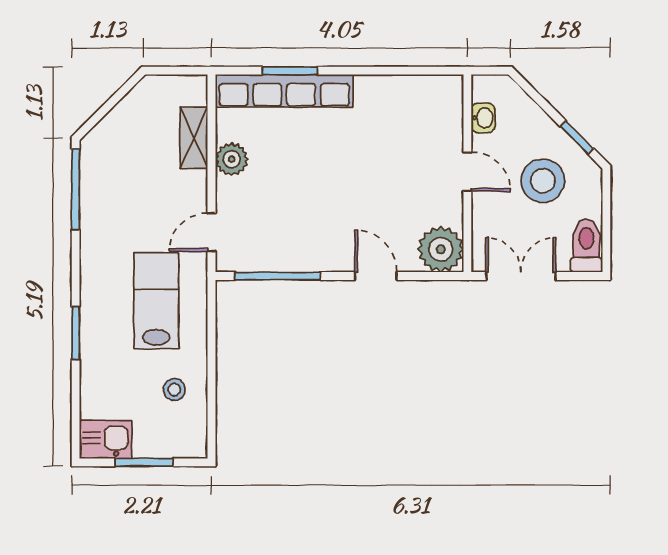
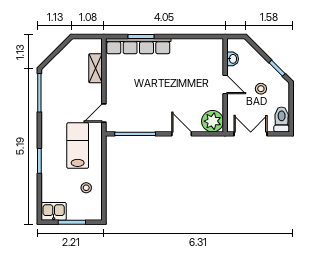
plant: (232, 159) -> (113, 78), removed
stool: (543, 181) -> (261, 89), width x0.53, depth x0.53

